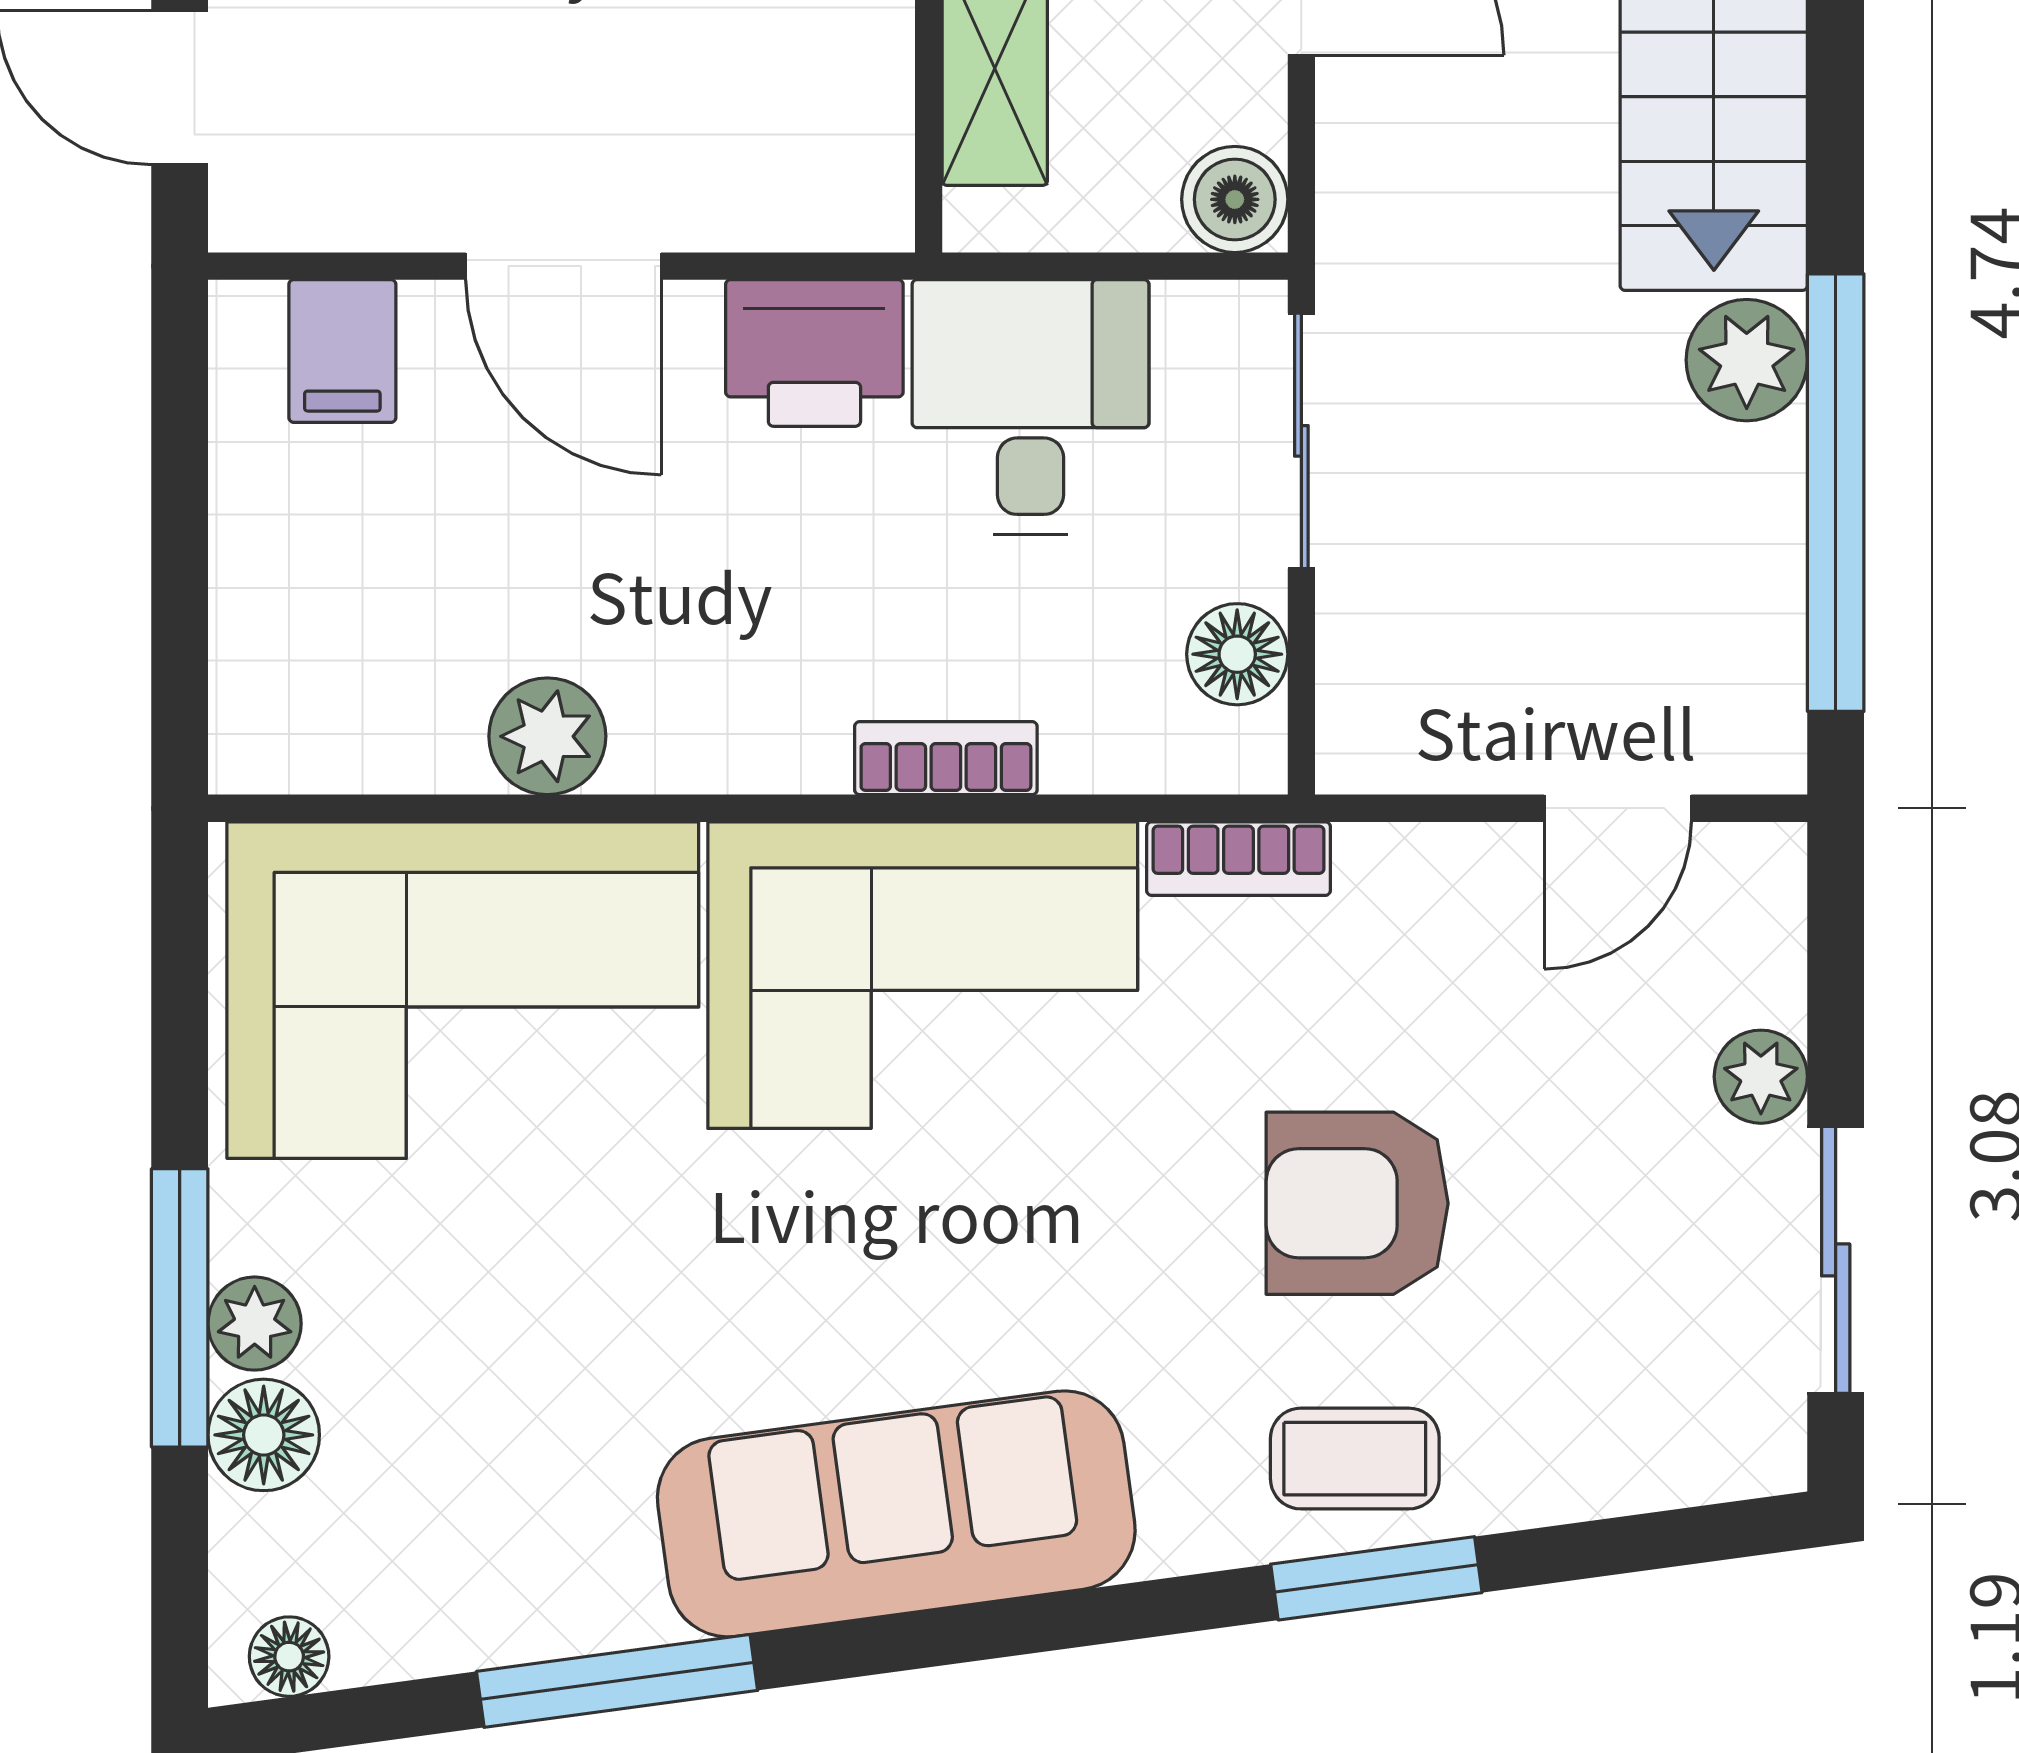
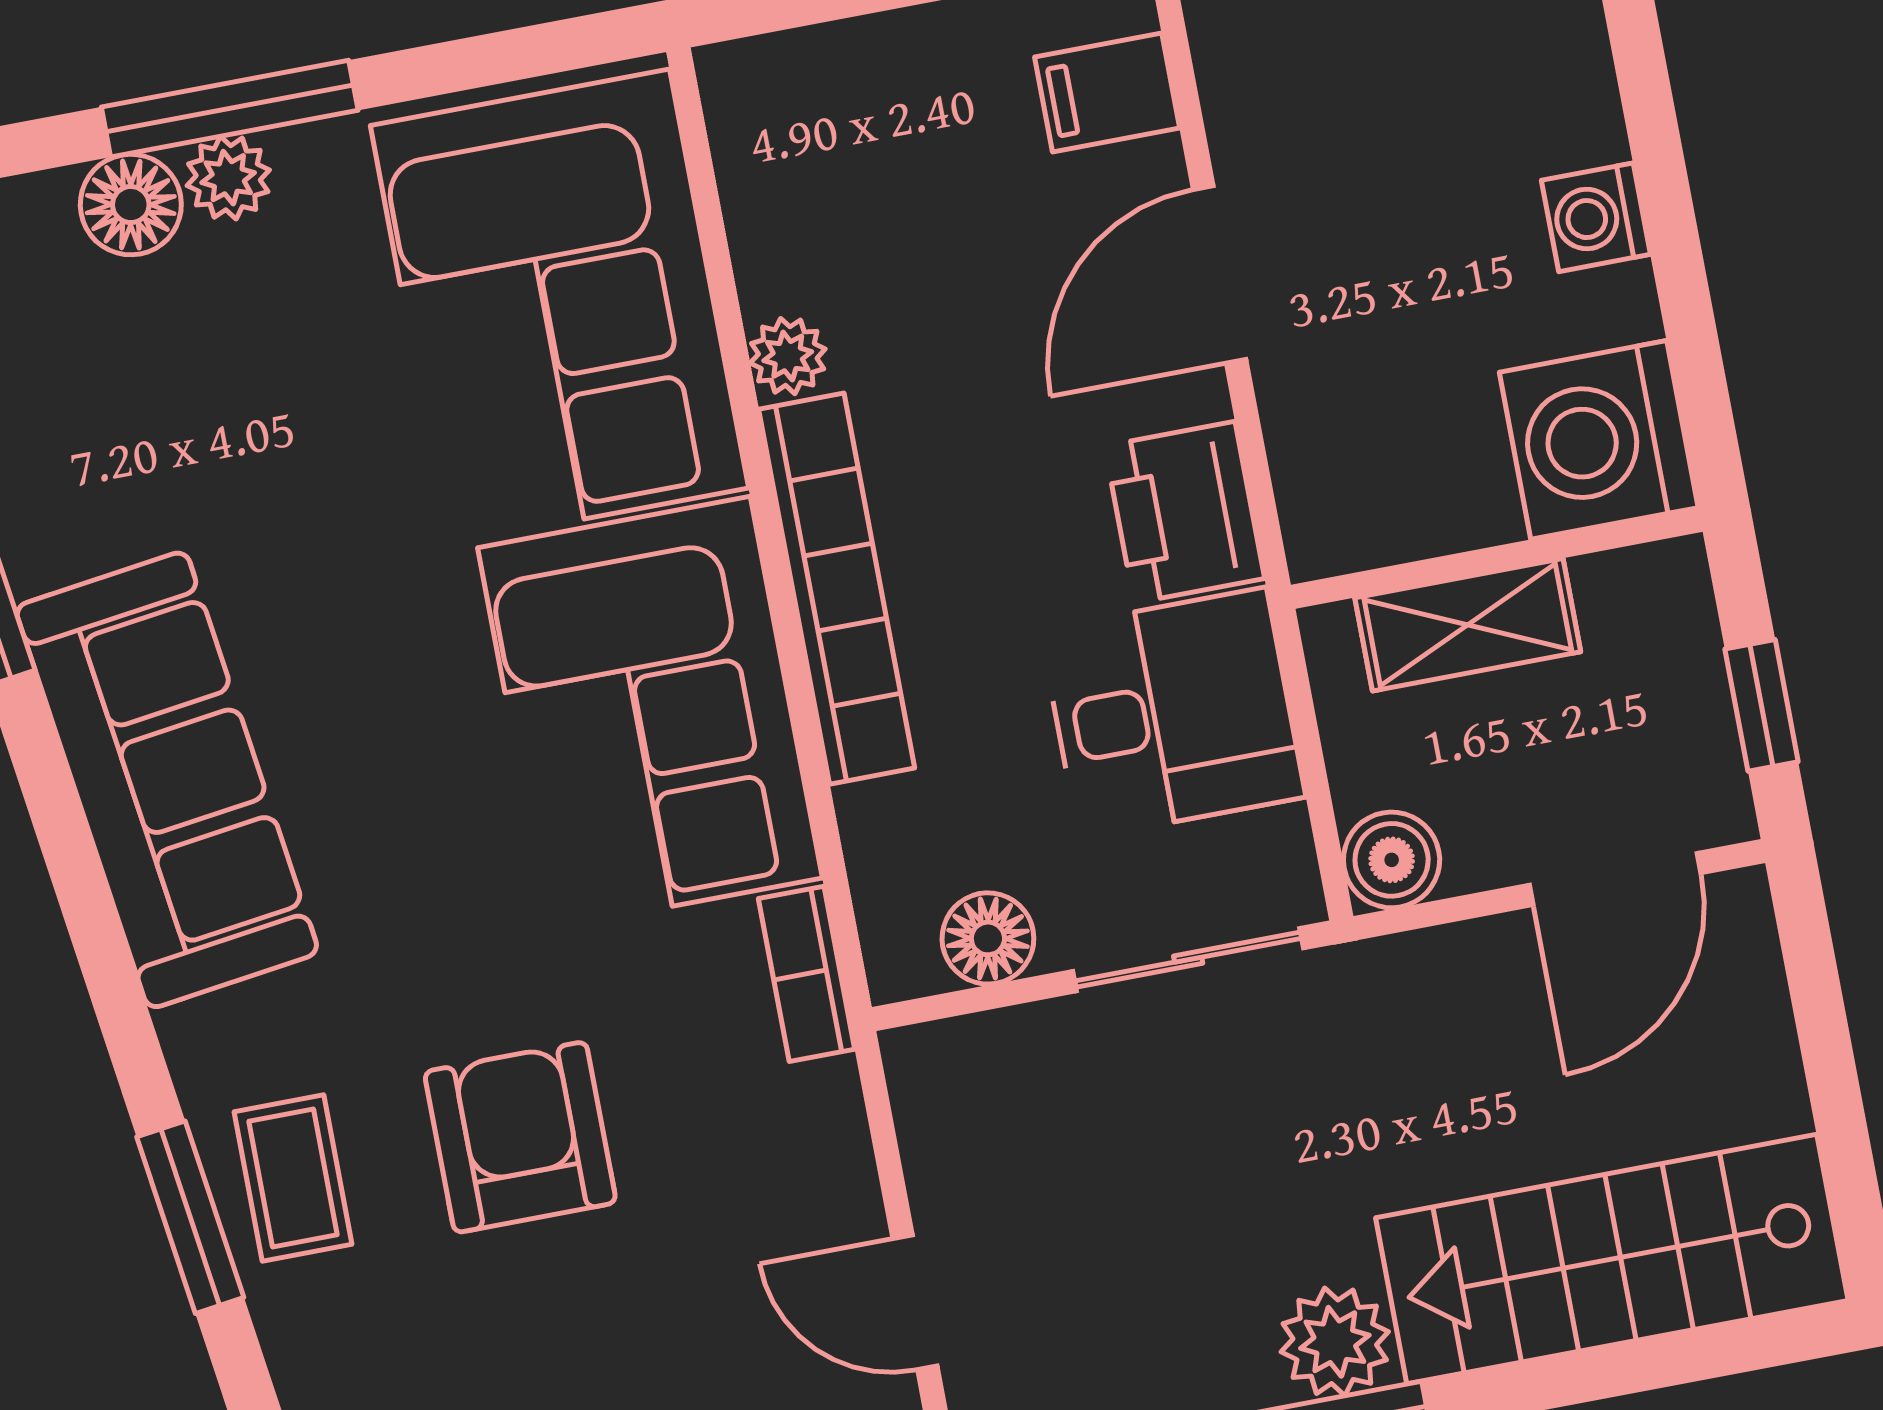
plant: (547, 736) -> (788, 356), width x0.73, depth x0.73
bookcase: (946, 758) -> (837, 589), width x2.31, depth x1.31

